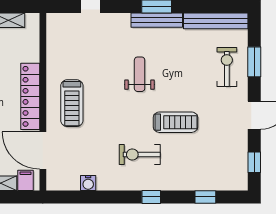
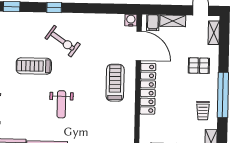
exercise bike: (140, 155) -> (63, 41), turned 35
water cooler: (88, 183) -> (131, 20), moved

